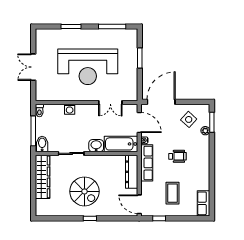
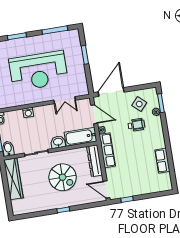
wheelchair: (178, 156) -> (136, 125), moved
spiral stairs: (84, 191) -> (63, 177), moved
coffee table: (172, 193) -> (135, 174), removed
row of seats: (203, 203) -> (162, 161), moved

